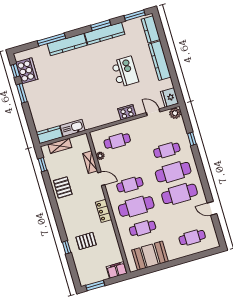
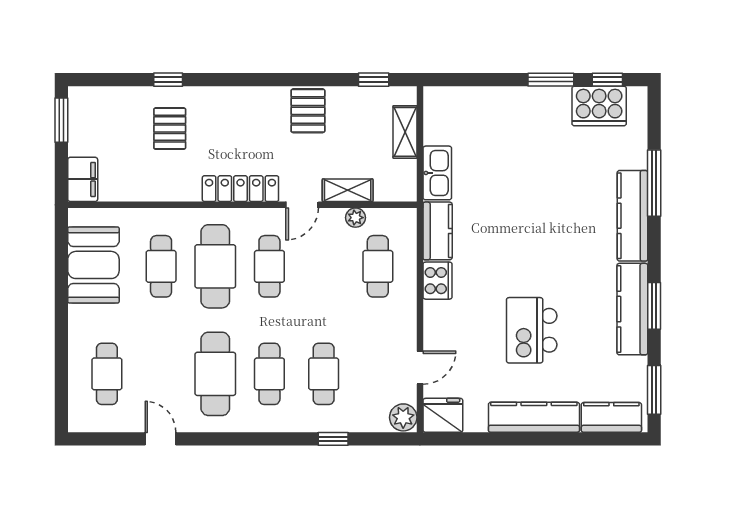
kitchen island: (125, 72) -> (532, 330), turned 90
cooker: (127, 112) -> (437, 281), moved
kitchen counter: (49, 135) -> (438, 231), moved
cafe table: (173, 172) -> (269, 374), width x0.73, depth x0.74
pallet: (63, 187) -> (308, 111), turned 90
door: (212, 208) -> (161, 439), hinge flipped
locker: (104, 211) -> (240, 189), width x1.53

